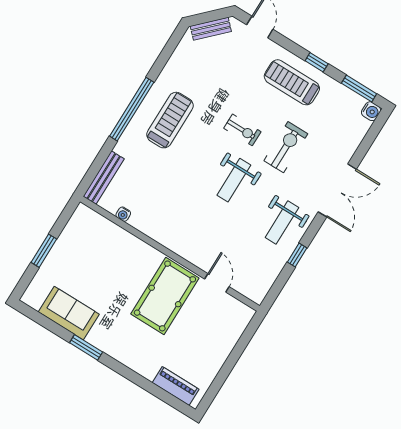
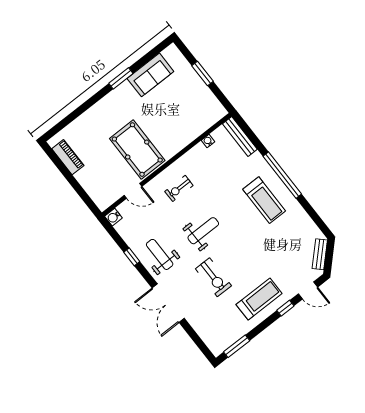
window: (317, 62) -> (285, 308), moved
water cooler: (371, 111) -> (113, 217), moved
exercise bike: (242, 130) -> (179, 188), moved
weight bench: (234, 180) -> (203, 231), turned 90
piano: (176, 386) -> (68, 157), moved, turned -90

